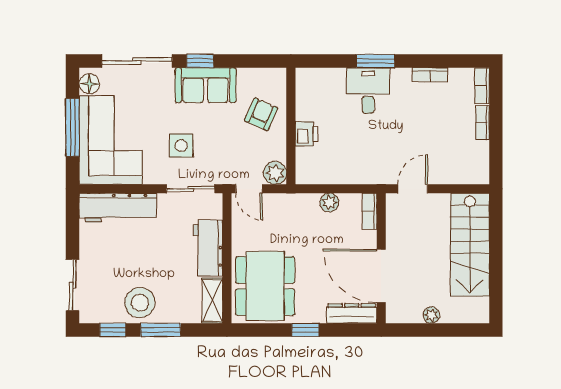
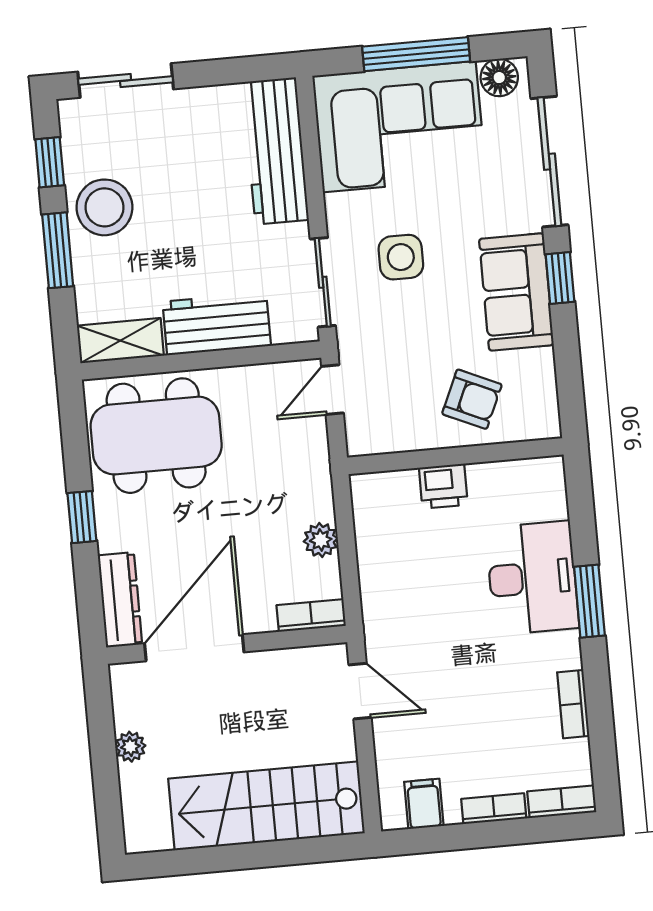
desk: (368, 91) -> (532, 578), width x1.37
filing cabinet: (476, 160) -> (424, 804), added
plant: (275, 173) -> (366, 435), removed

